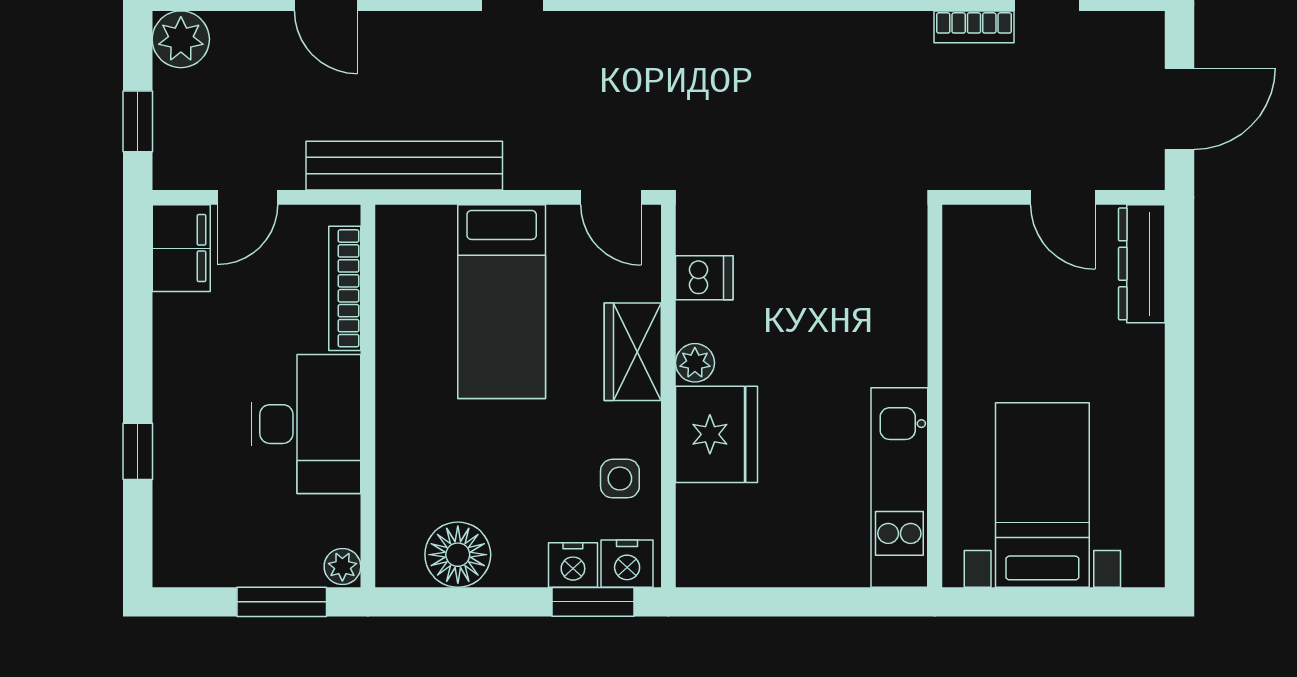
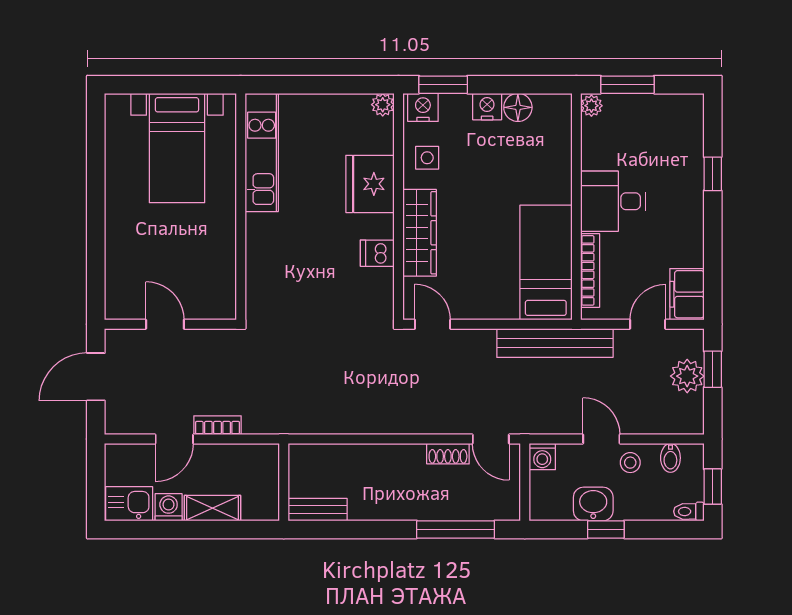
plant: (181, 39) -> (687, 376), moved
dresser: (1142, 264) -> (118, 285), removed
dishwasher: (704, 278) -> (377, 253), moved
bed: (502, 302) -> (546, 263), moved
wardrobe: (633, 352) -> (420, 233), width x1.50
plant: (695, 363) -> (383, 105), moved
desk: (306, 424) -> (613, 201), width x0.73
floor lamp: (458, 555) -> (518, 107), width x0.73, depth x0.73
nightstand: (573, 565) -> (487, 107), moved

